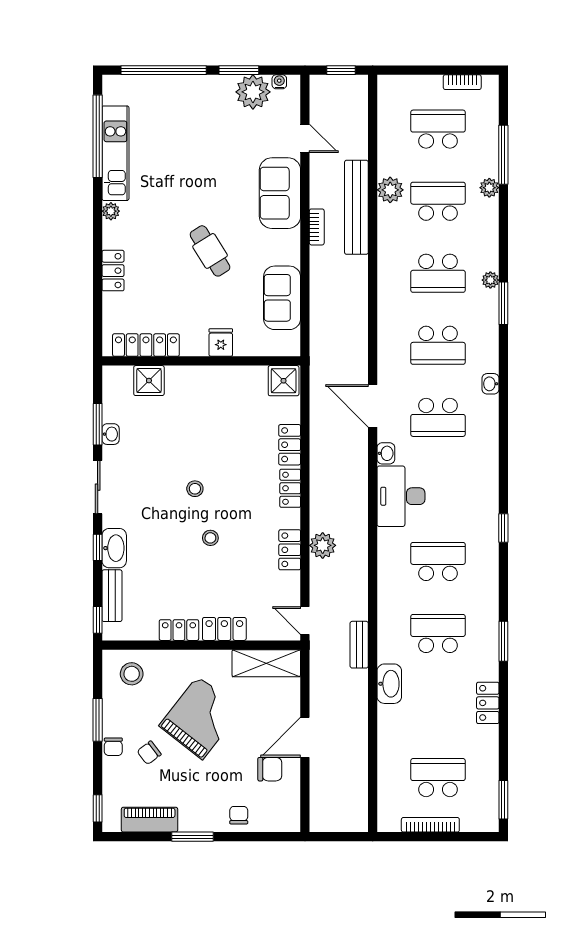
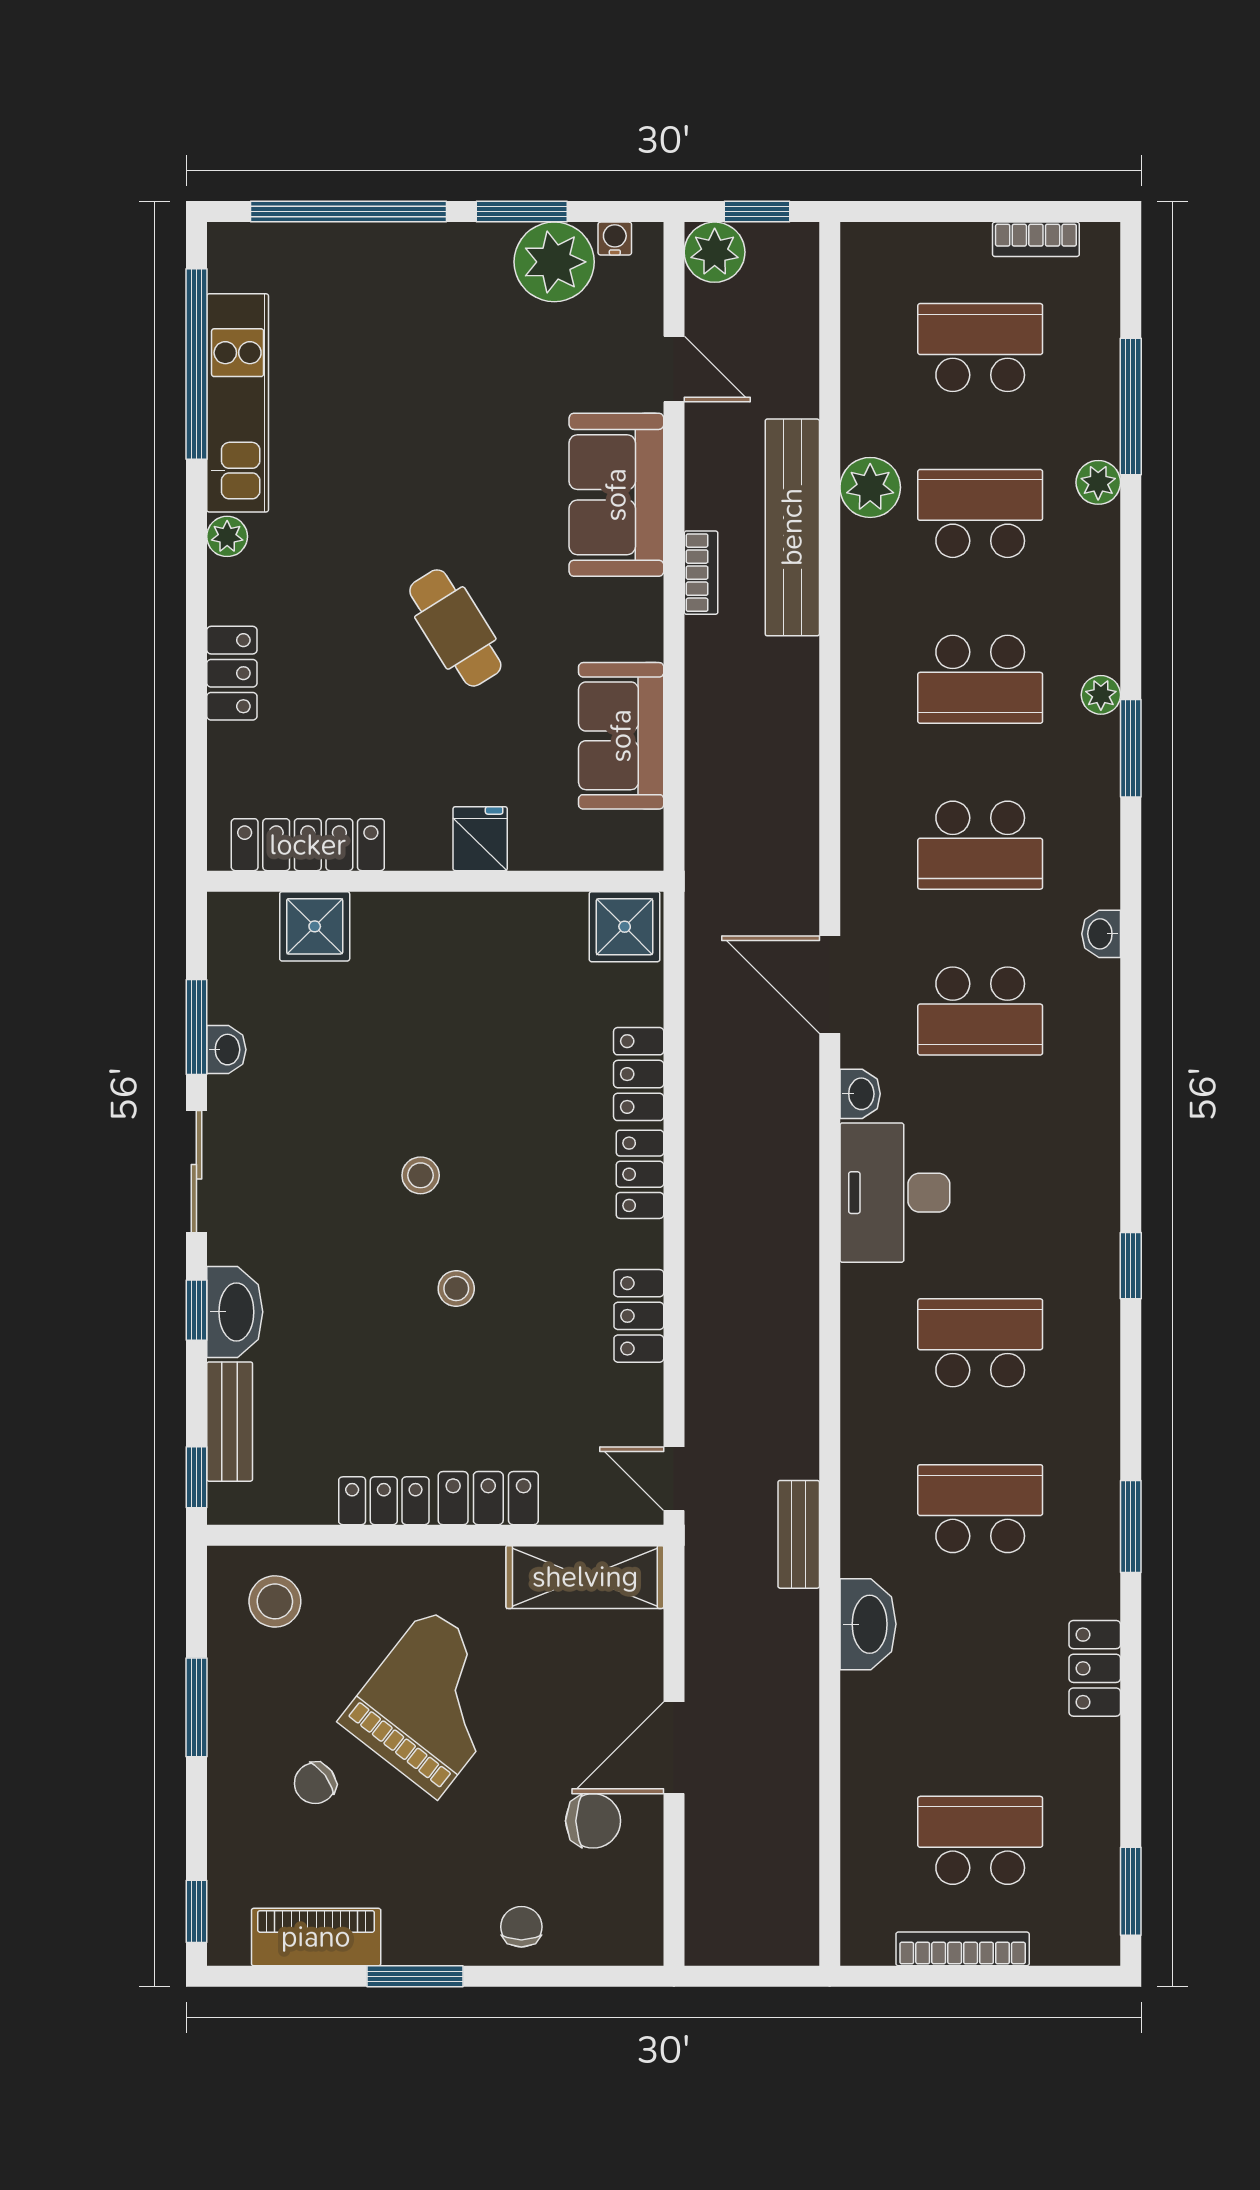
plant: (323, 545) -> (715, 252), moved
chair: (113, 747) -> (233, 1769), removed

